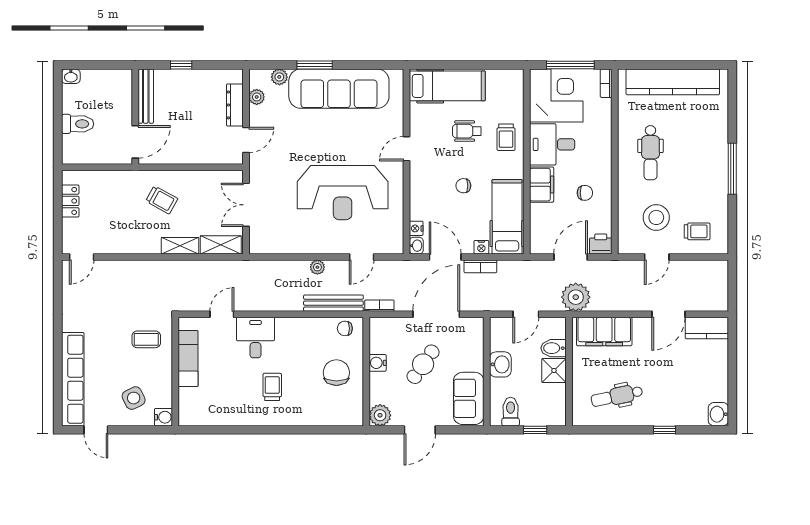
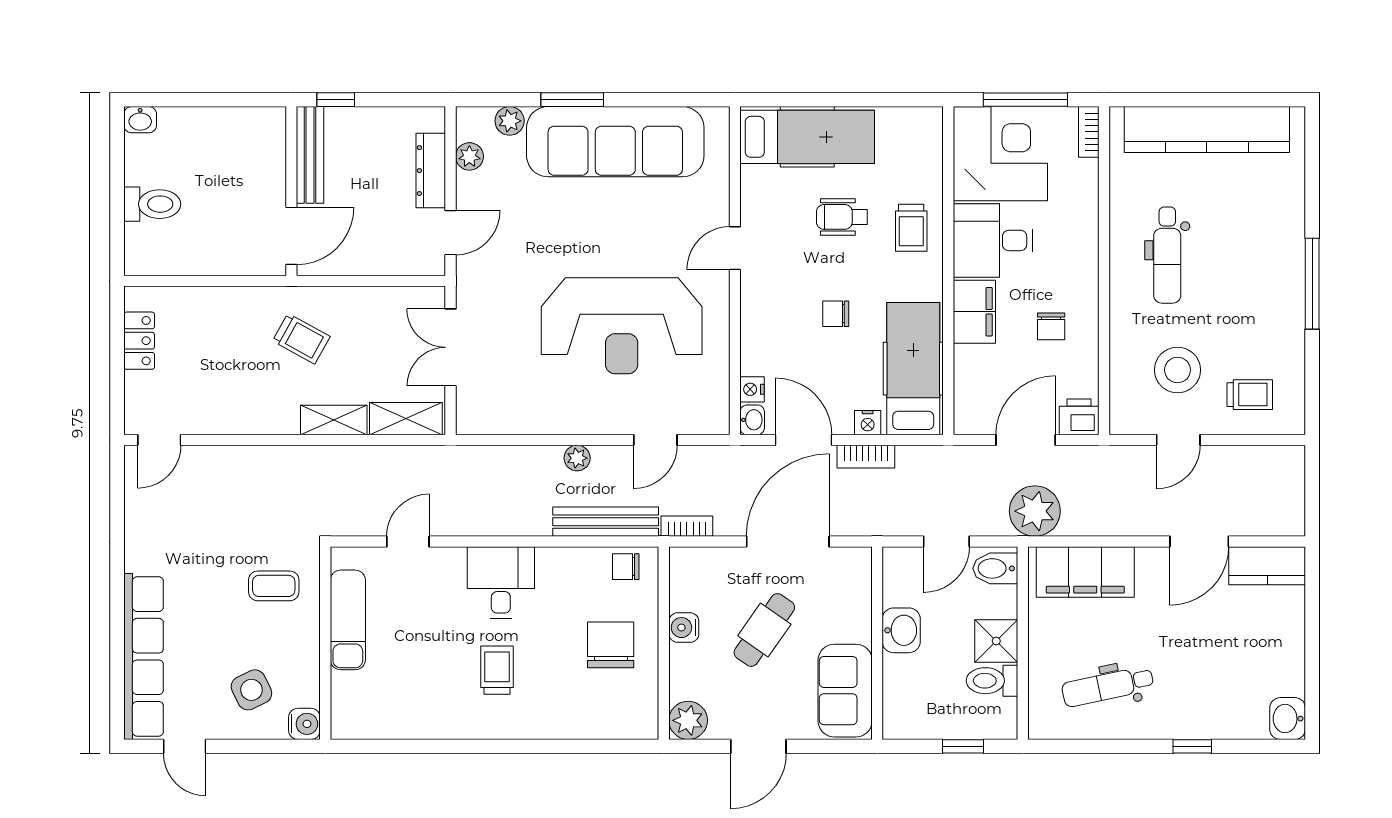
bench: (146, 96) -> (310, 155), moved
wall: (135, 117) -> (291, 191), moved
door: (135, 142) -> (291, 236), moved
chair: (585, 193) -> (1051, 326), turned 90
desk: (256, 338) -> (501, 583), moved
bidet: (553, 348) -> (995, 568), moved
toilet: (511, 412) -> (992, 681), moved, turned -90

